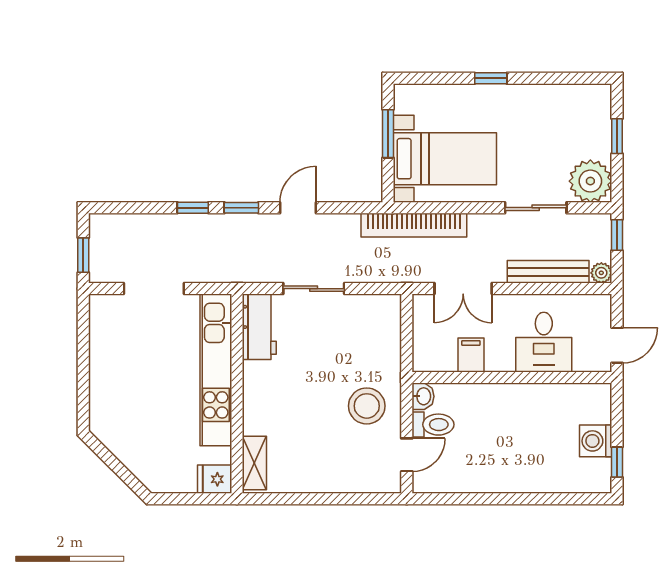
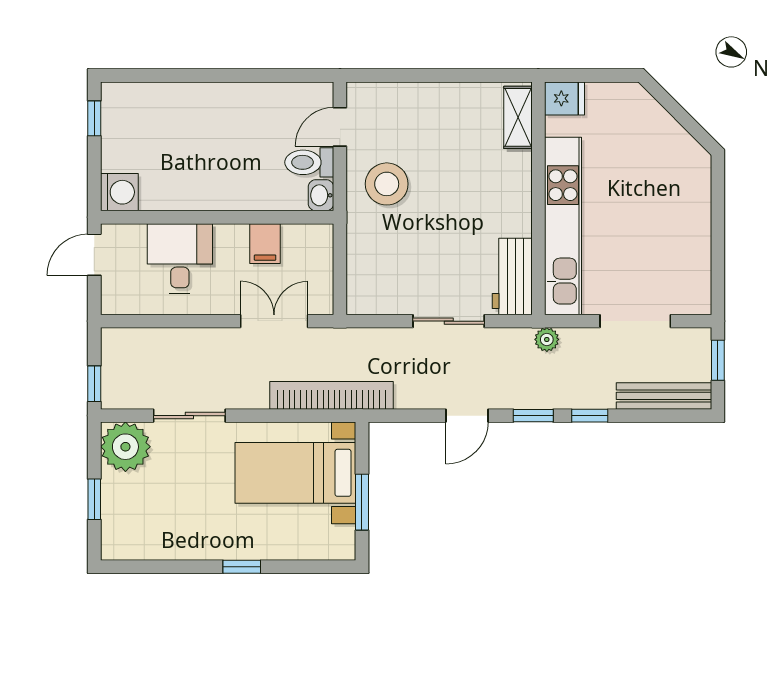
bench: (548, 272) -> (664, 396), moved
plant: (601, 273) -> (547, 339), moved
washing machine: (596, 441) -> (119, 192), moved

